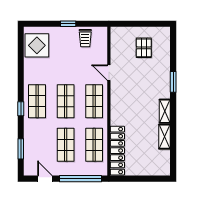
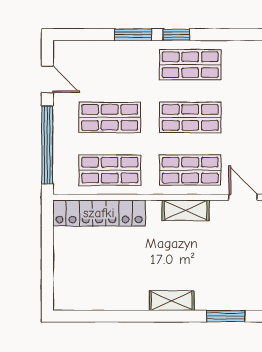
door: (109, 73) -> (243, 197), hinge flipped
shelving: (165, 137) -> (186, 210), moved
window: (21, 149) -> (133, 35), moved
door: (45, 179) -> (47, 79), hinge flipped

